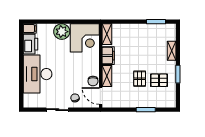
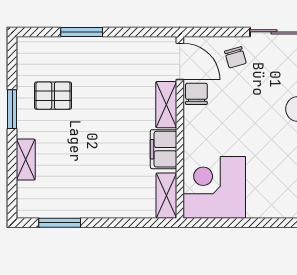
plant: (62, 32) -> (264, 201), removed
pallet: (140, 79) -> (95, 99), removed

